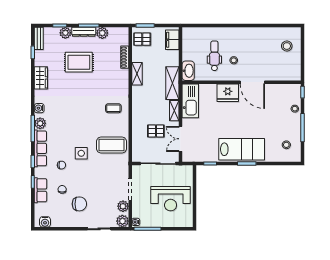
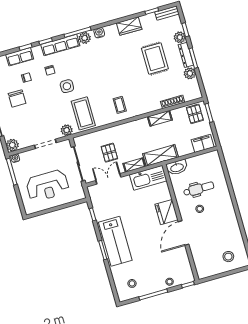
reception desk: (171, 199) -> (47, 186), turned -90
plant: (123, 206) -> (67, 130), moved

